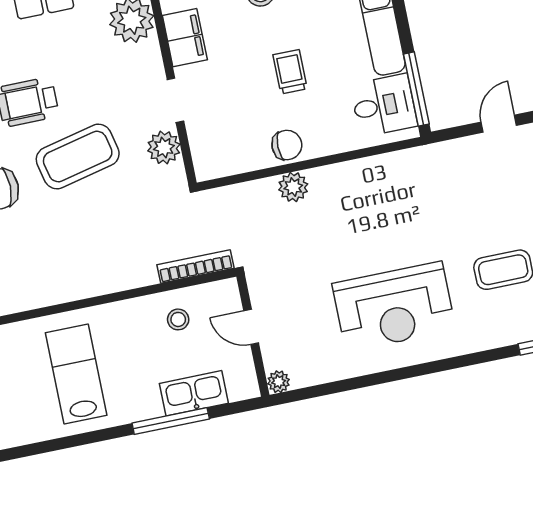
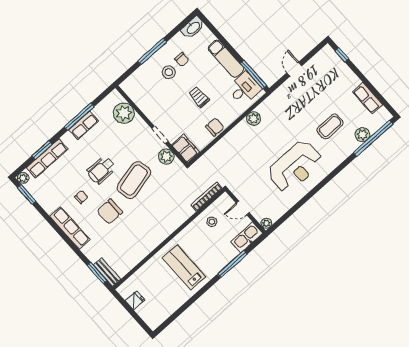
filing cabinet: (185, 38) -> (186, 148), moved
plant: (293, 187) -> (253, 119), moved
kitchen sink: (194, 393) -> (247, 237), moved

